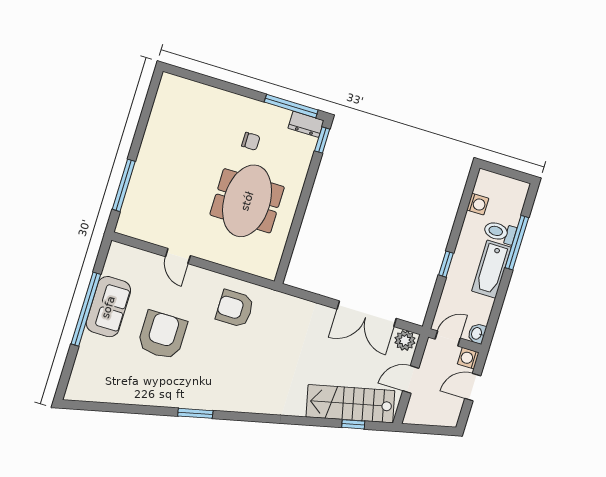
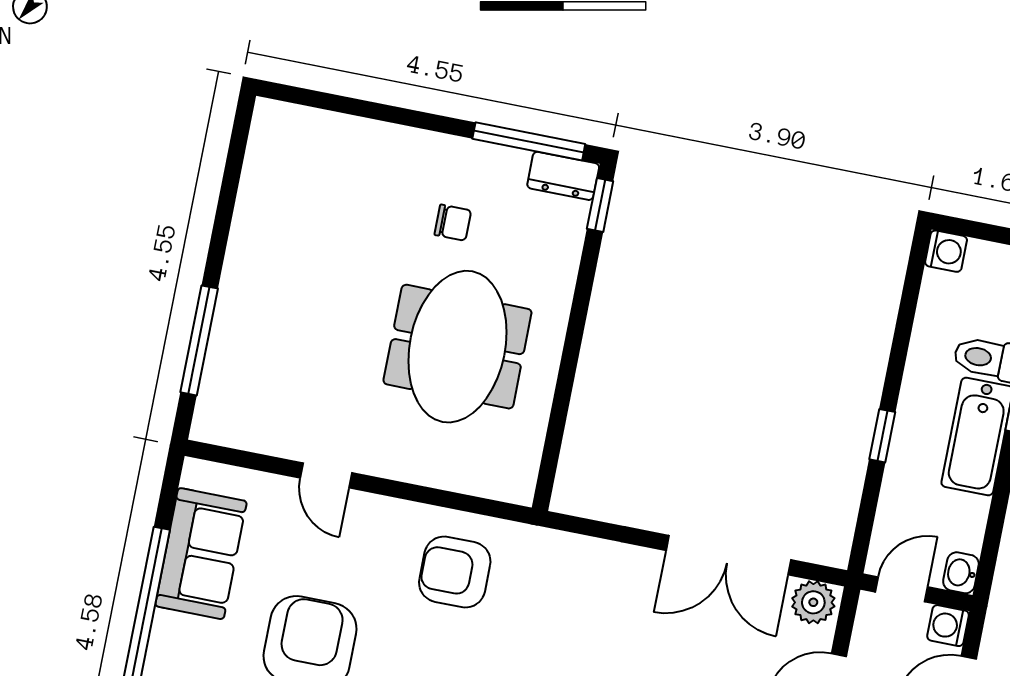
washing machine: (478, 204) -> (946, 251), moved
sofa: (108, 307) -> (201, 554), moved

